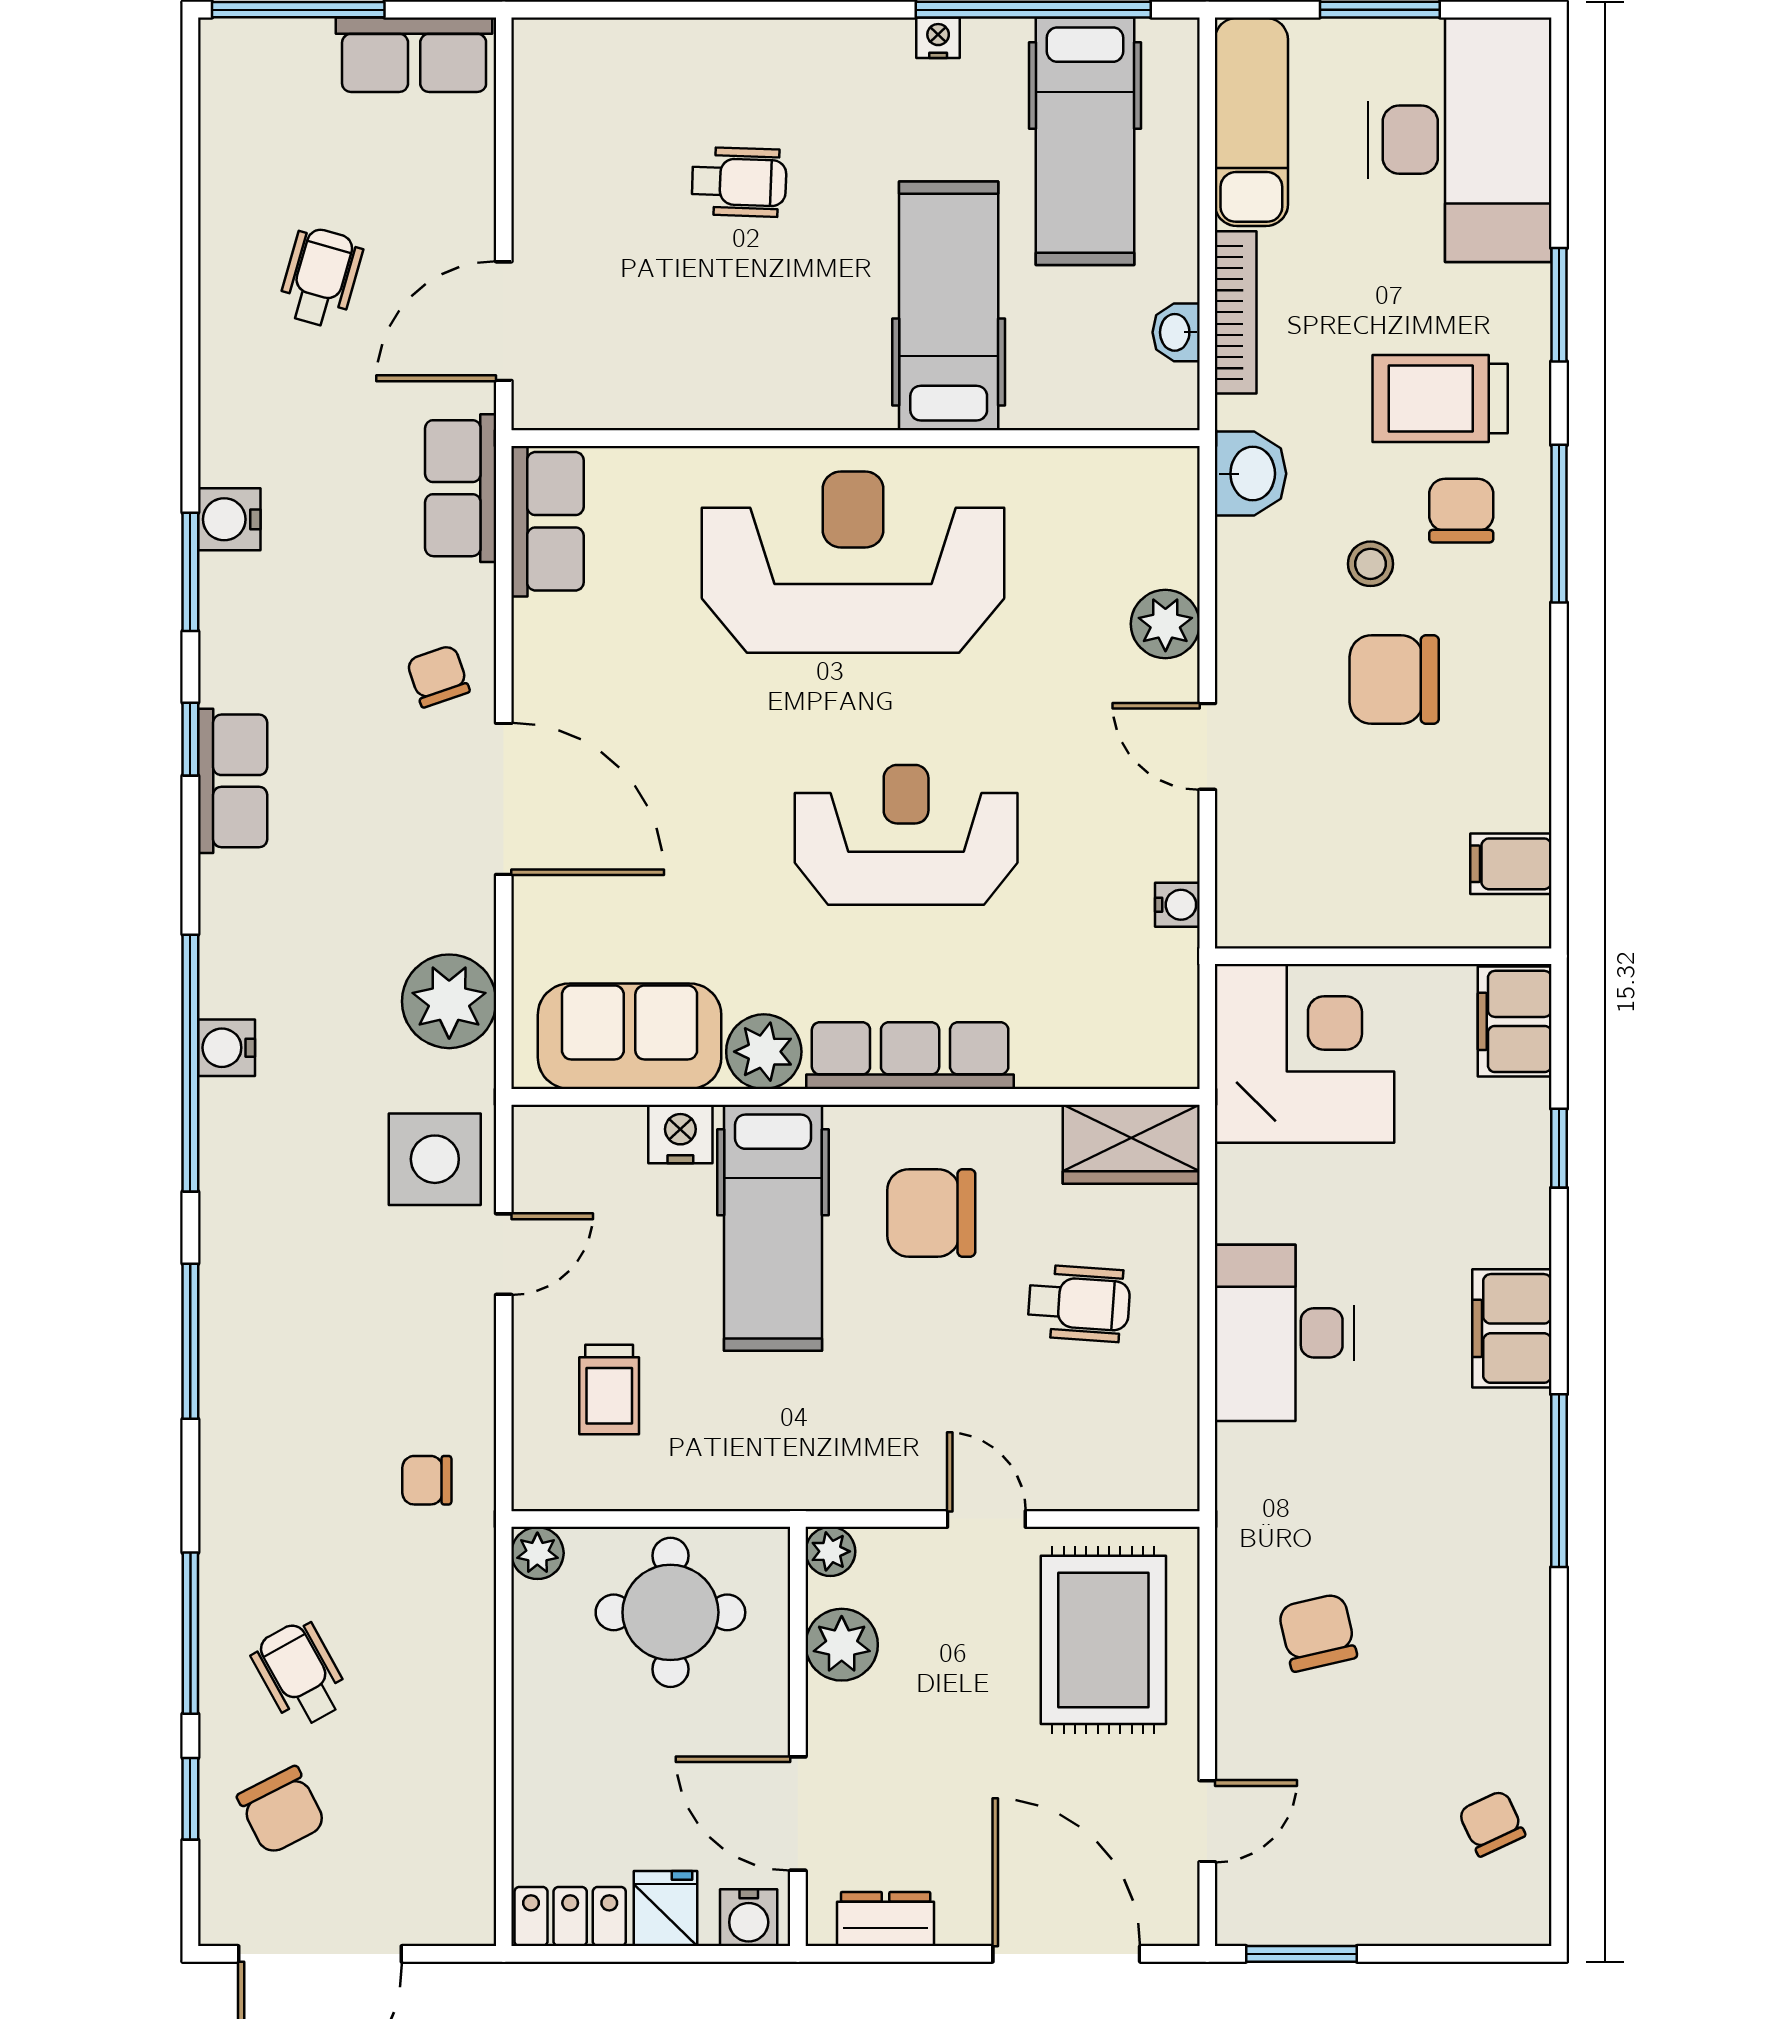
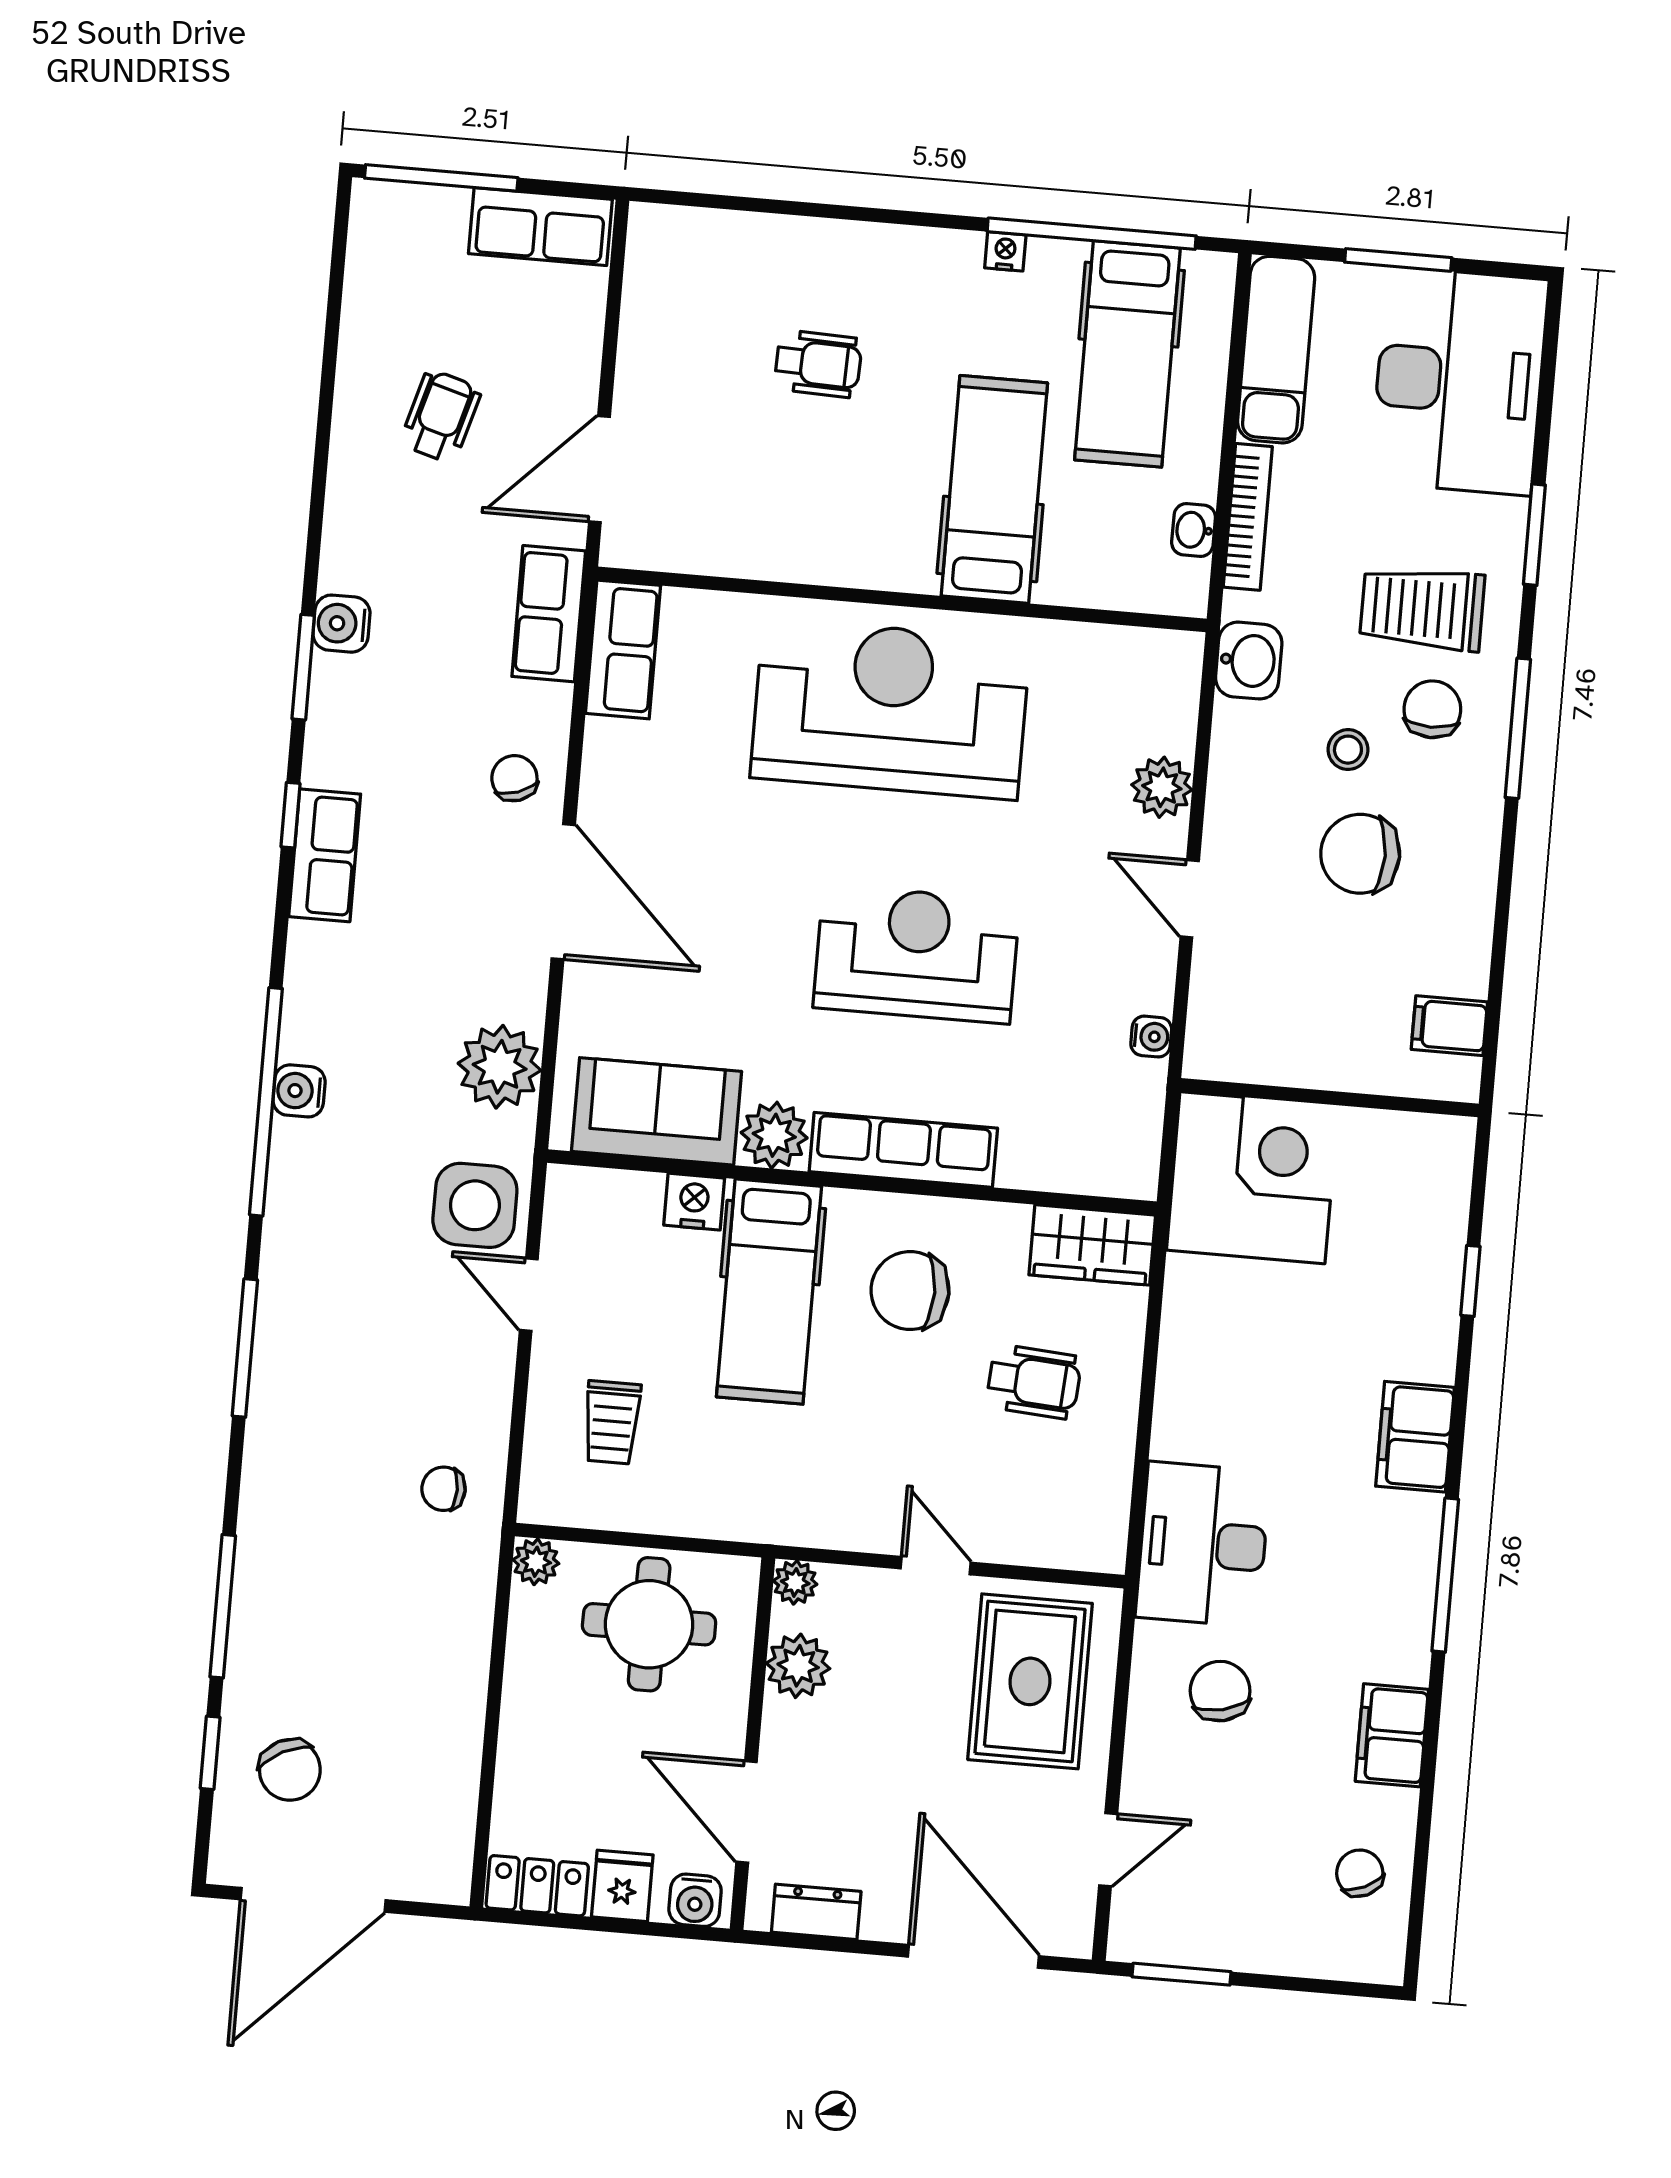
filing cabinet: (1515, 1021) -> (1392, 1735), moved
door: (504, 1254) -> (529, 1295), swing flipped
desk: (1284, 1333) -> (1203, 1544), moved
wheelchair: (300, 1674) -> (317, 1651), removed

